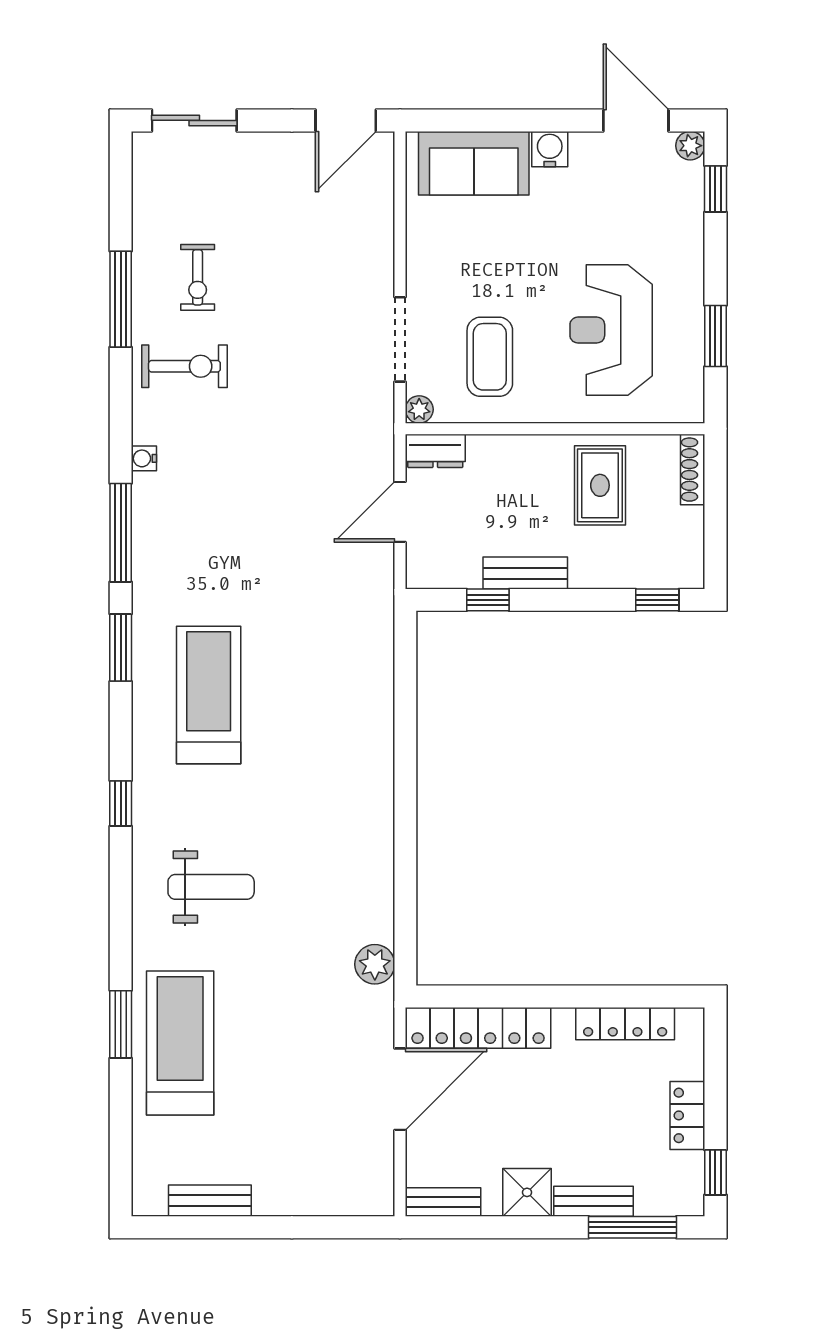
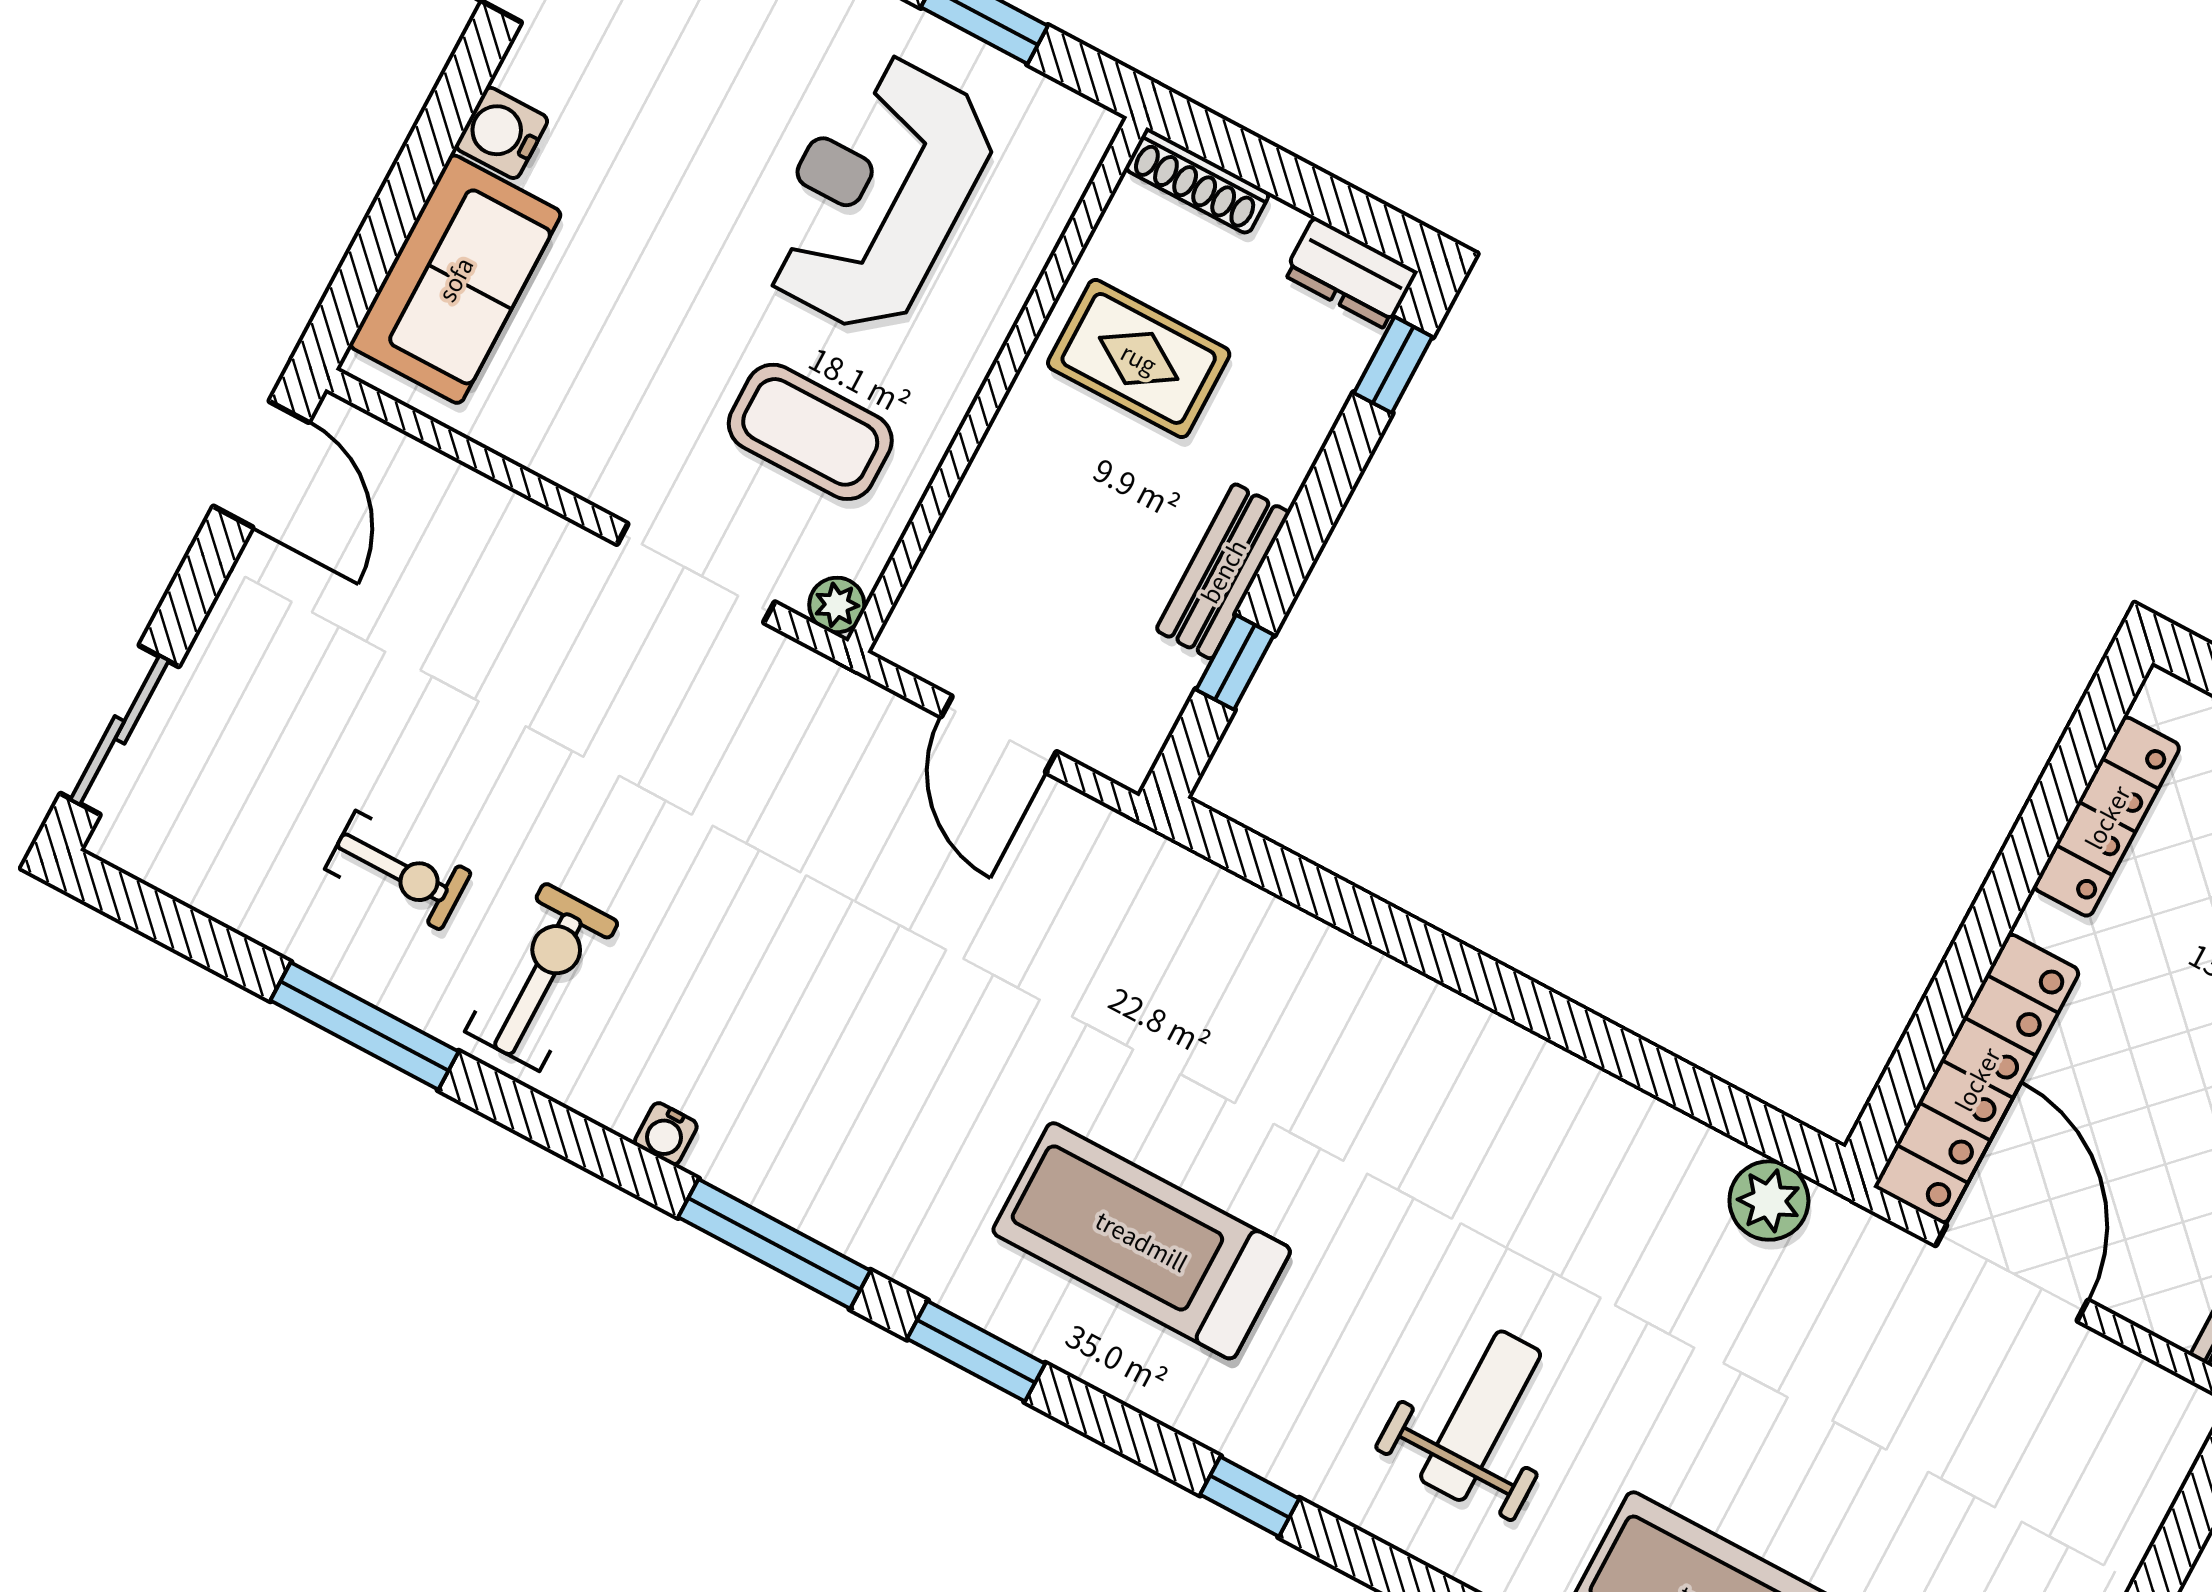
reception desk: (611, 330) -> (876, 194), turned 90
dresser: (435, 451) -> (1350, 273), moved, turned 90

